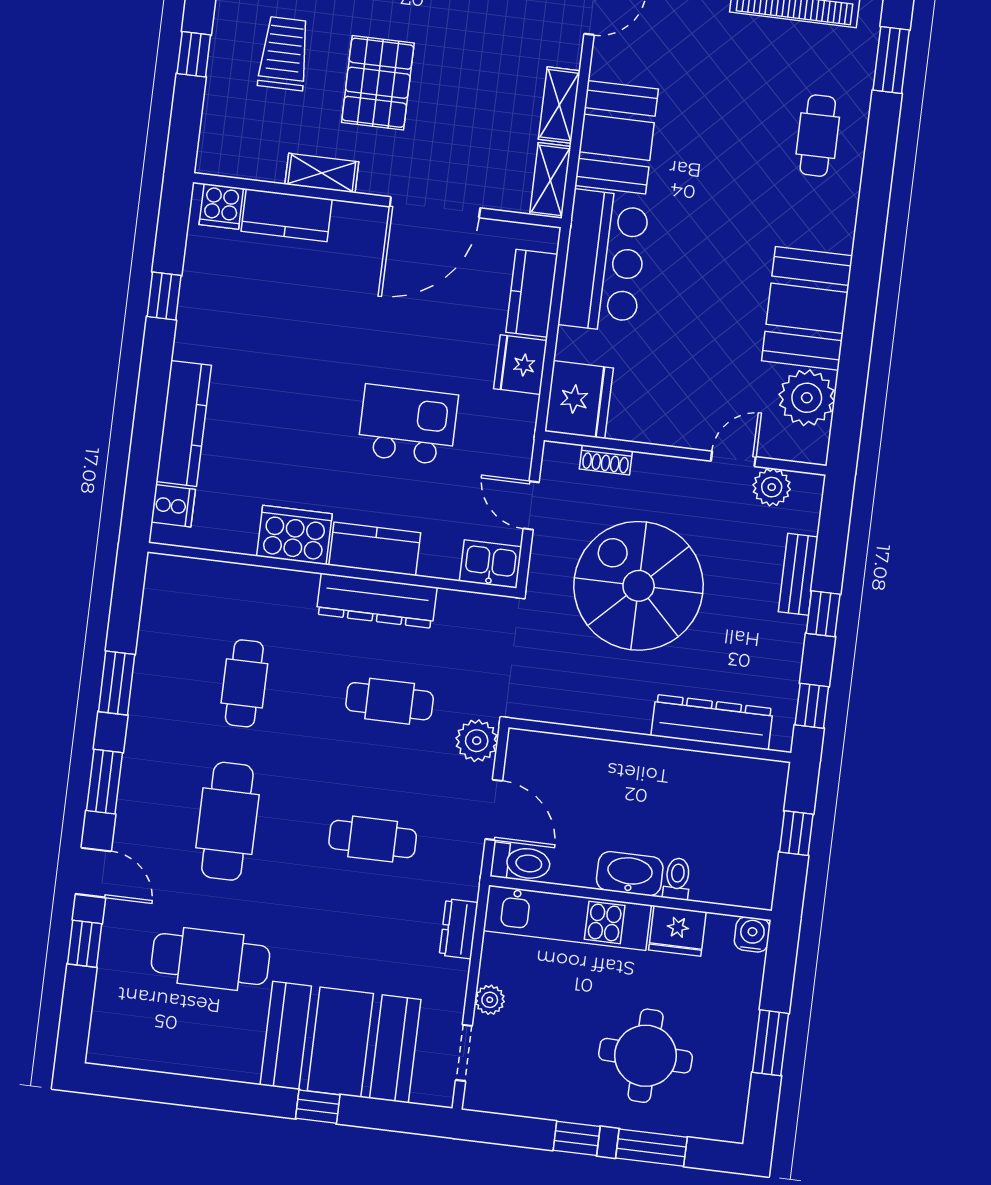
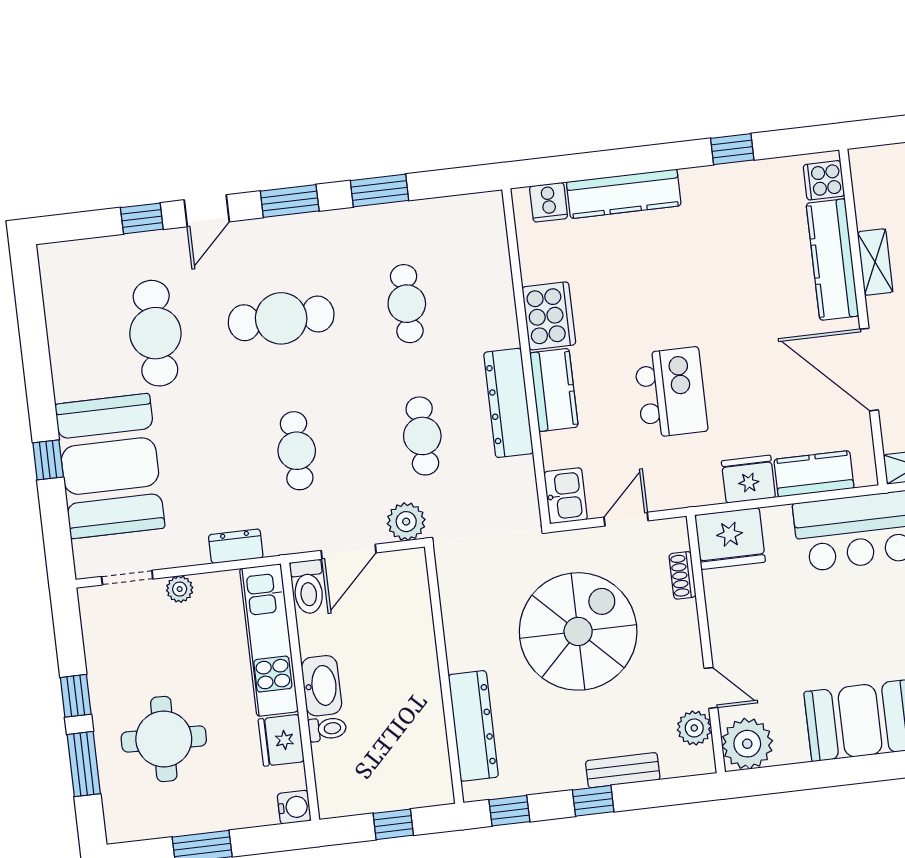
kitchen counter: (287, 215) -> (832, 260), width x1.50
plant: (807, 398) -> (747, 744), moved
cafe table: (244, 683) -> (407, 304), turned 90

